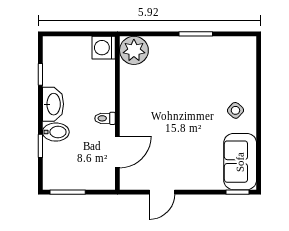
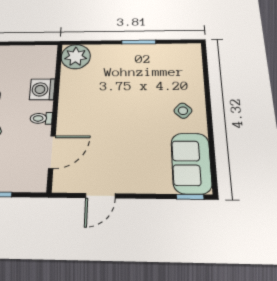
washing machine: (104, 48) -> (42, 89), moved

